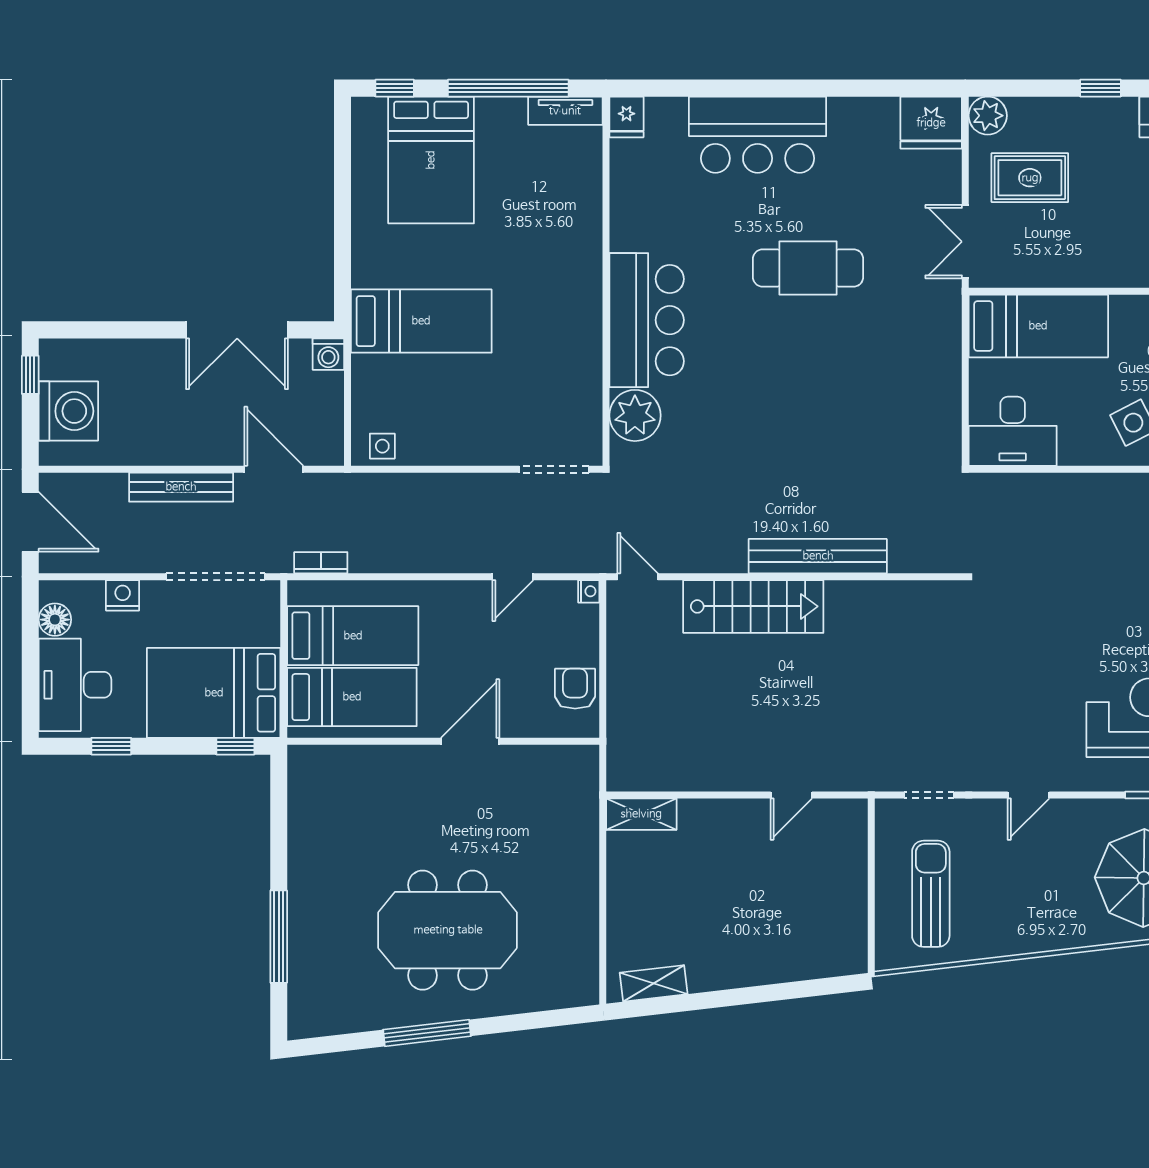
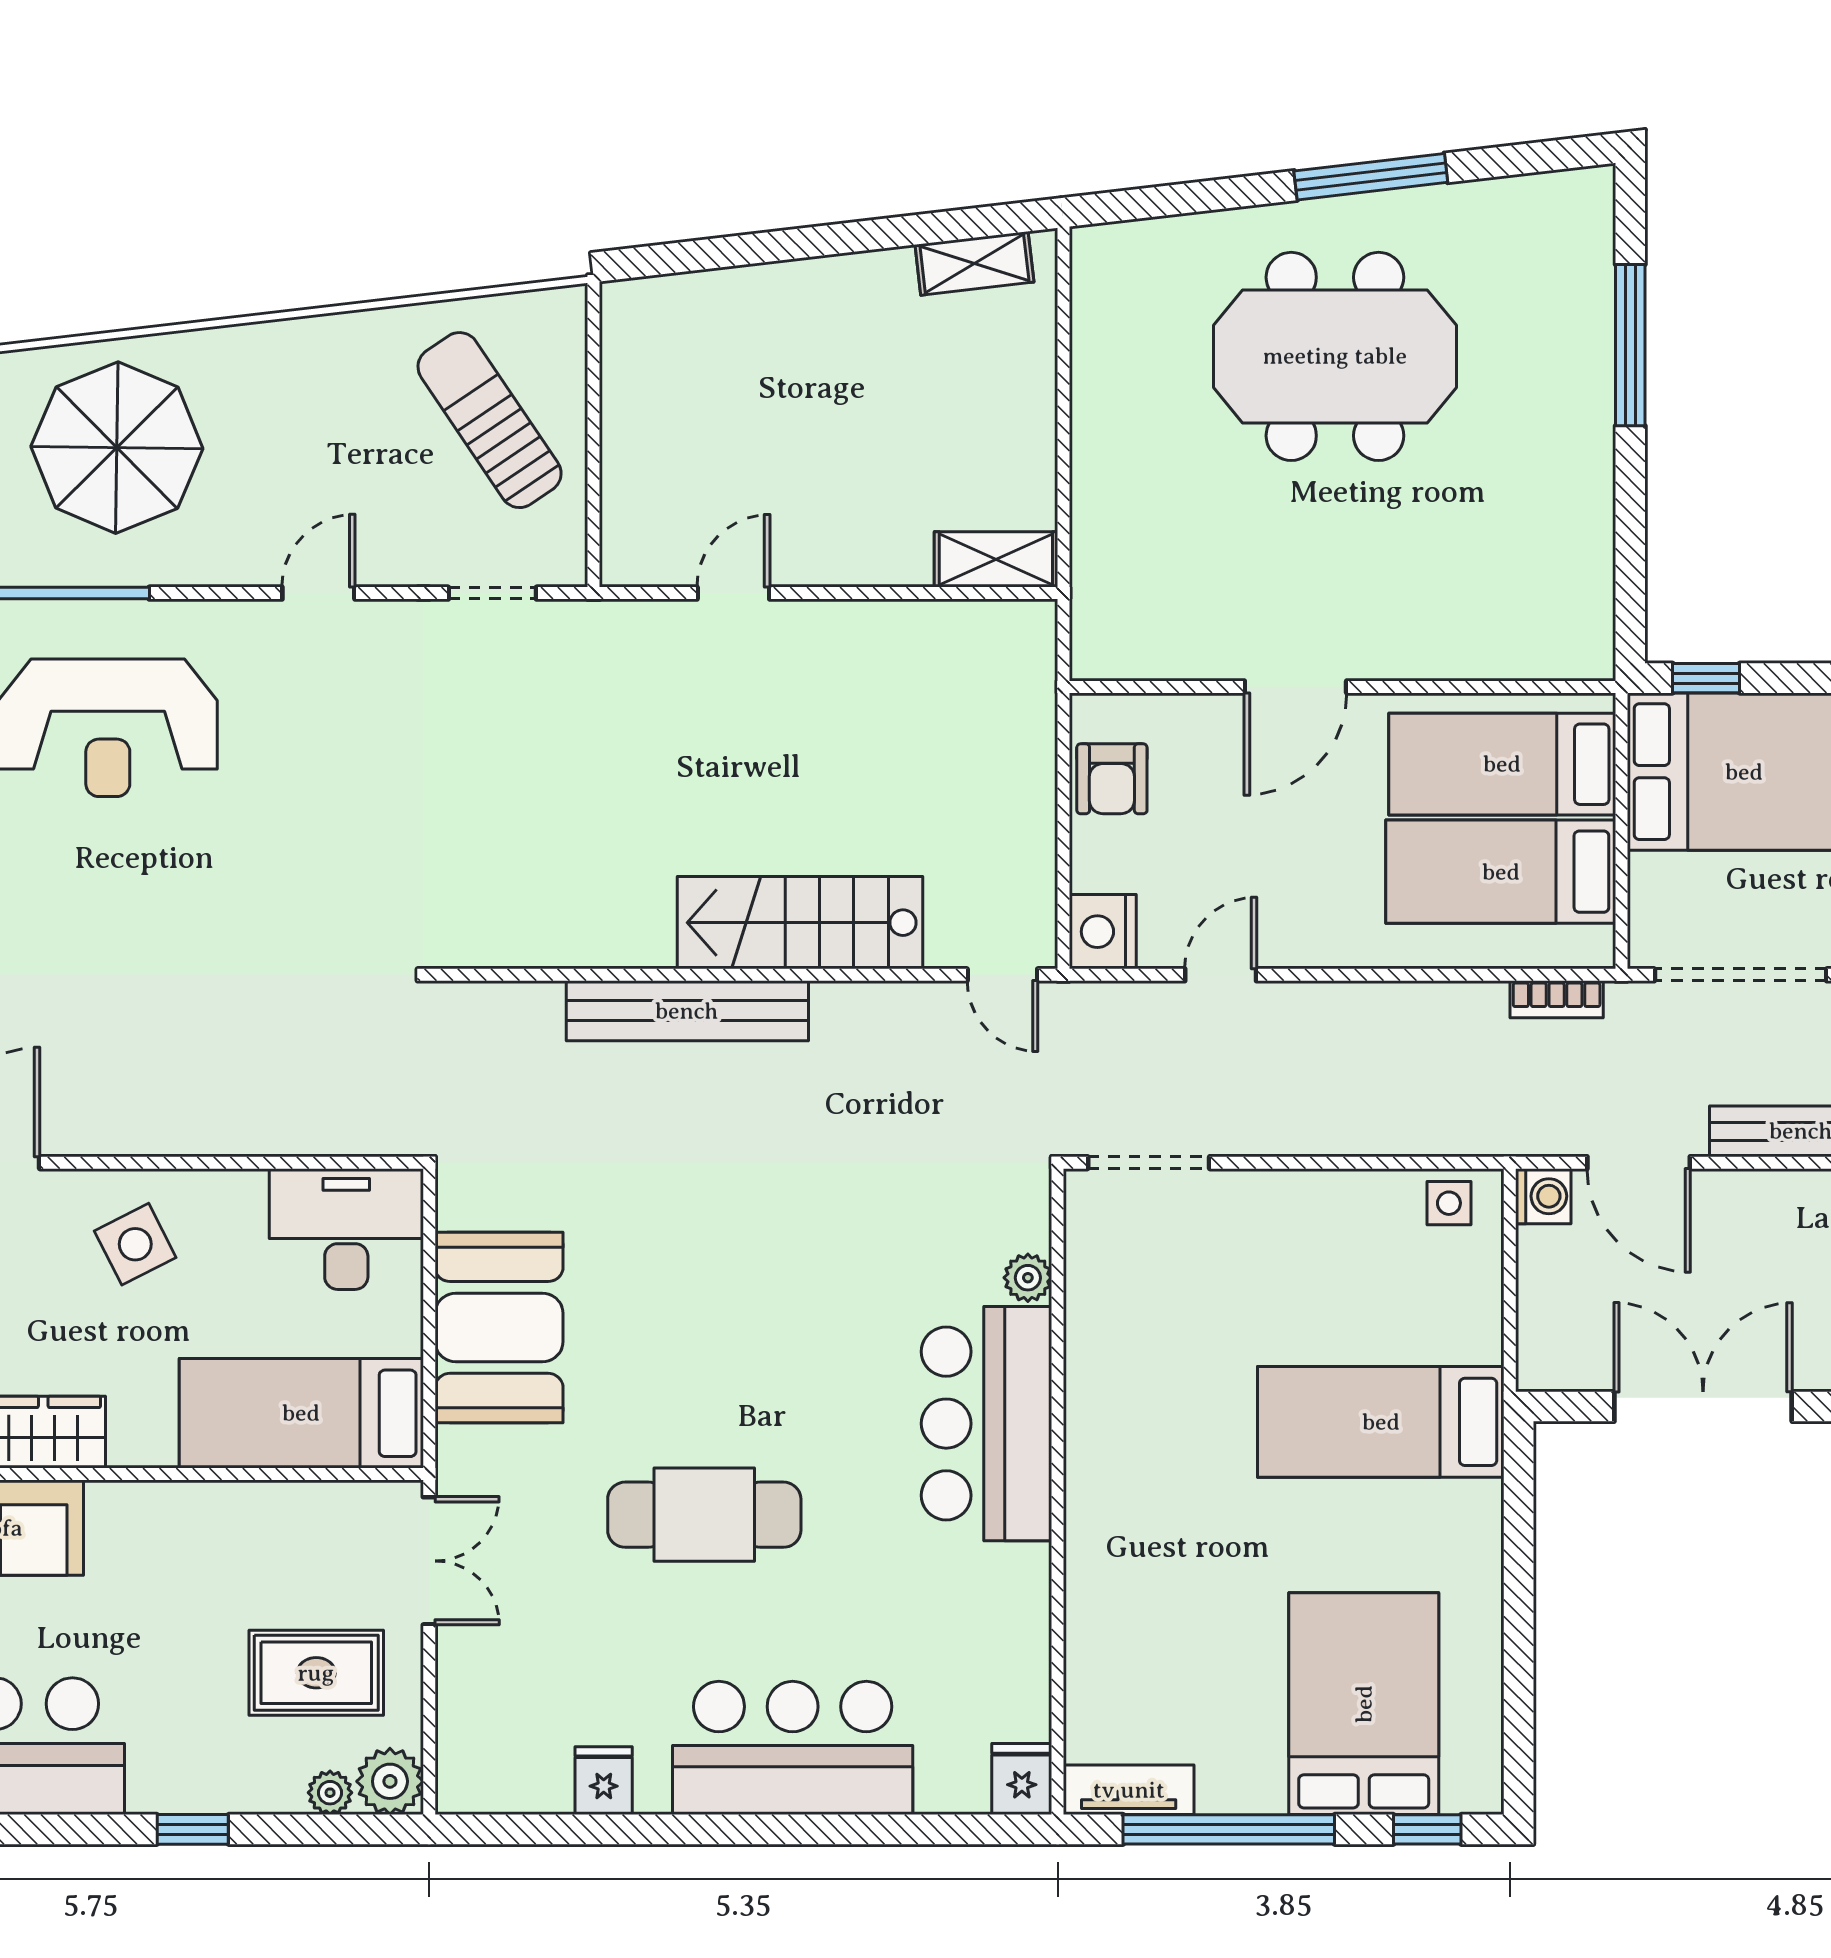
plant: (1022, 109) -> (330, 1793), added
fridge: (931, 123) -> (604, 1781), moved, width x0.53, depth x0.75
washing machine: (328, 354) -> (1543, 1196), moved, turned 90
booth: (925, 375) -> (499, 1327), added
plant: (635, 415) -> (1028, 1278), width x0.53, depth x0.53
nightstand: (589, 591) -> (1103, 932), width x1.89, depth x1.79
sun lounger: (931, 894) -> (490, 420), turned 146

